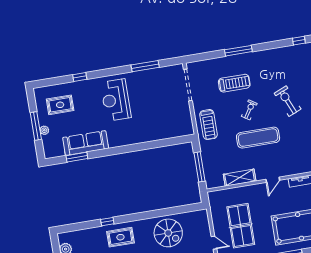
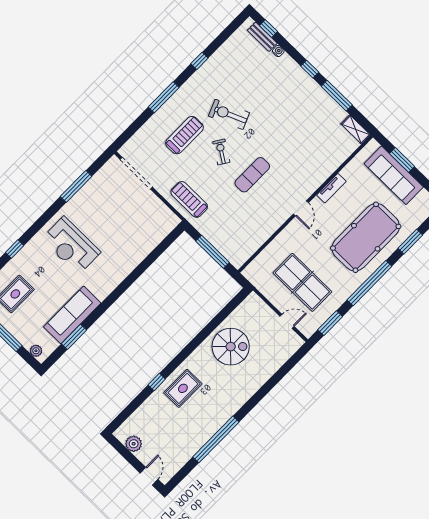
window: (299, 41) -> (199, 61), moved
exercise bike: (288, 101) -> (229, 114), moved
treadmill: (209, 125) -> (189, 199), turned 180
plant: (44, 130) -> (36, 351), moved
exercise mat: (258, 138) -> (252, 175), width x0.73, depth x0.69
shelving: (240, 178) -> (264, 232), removed

